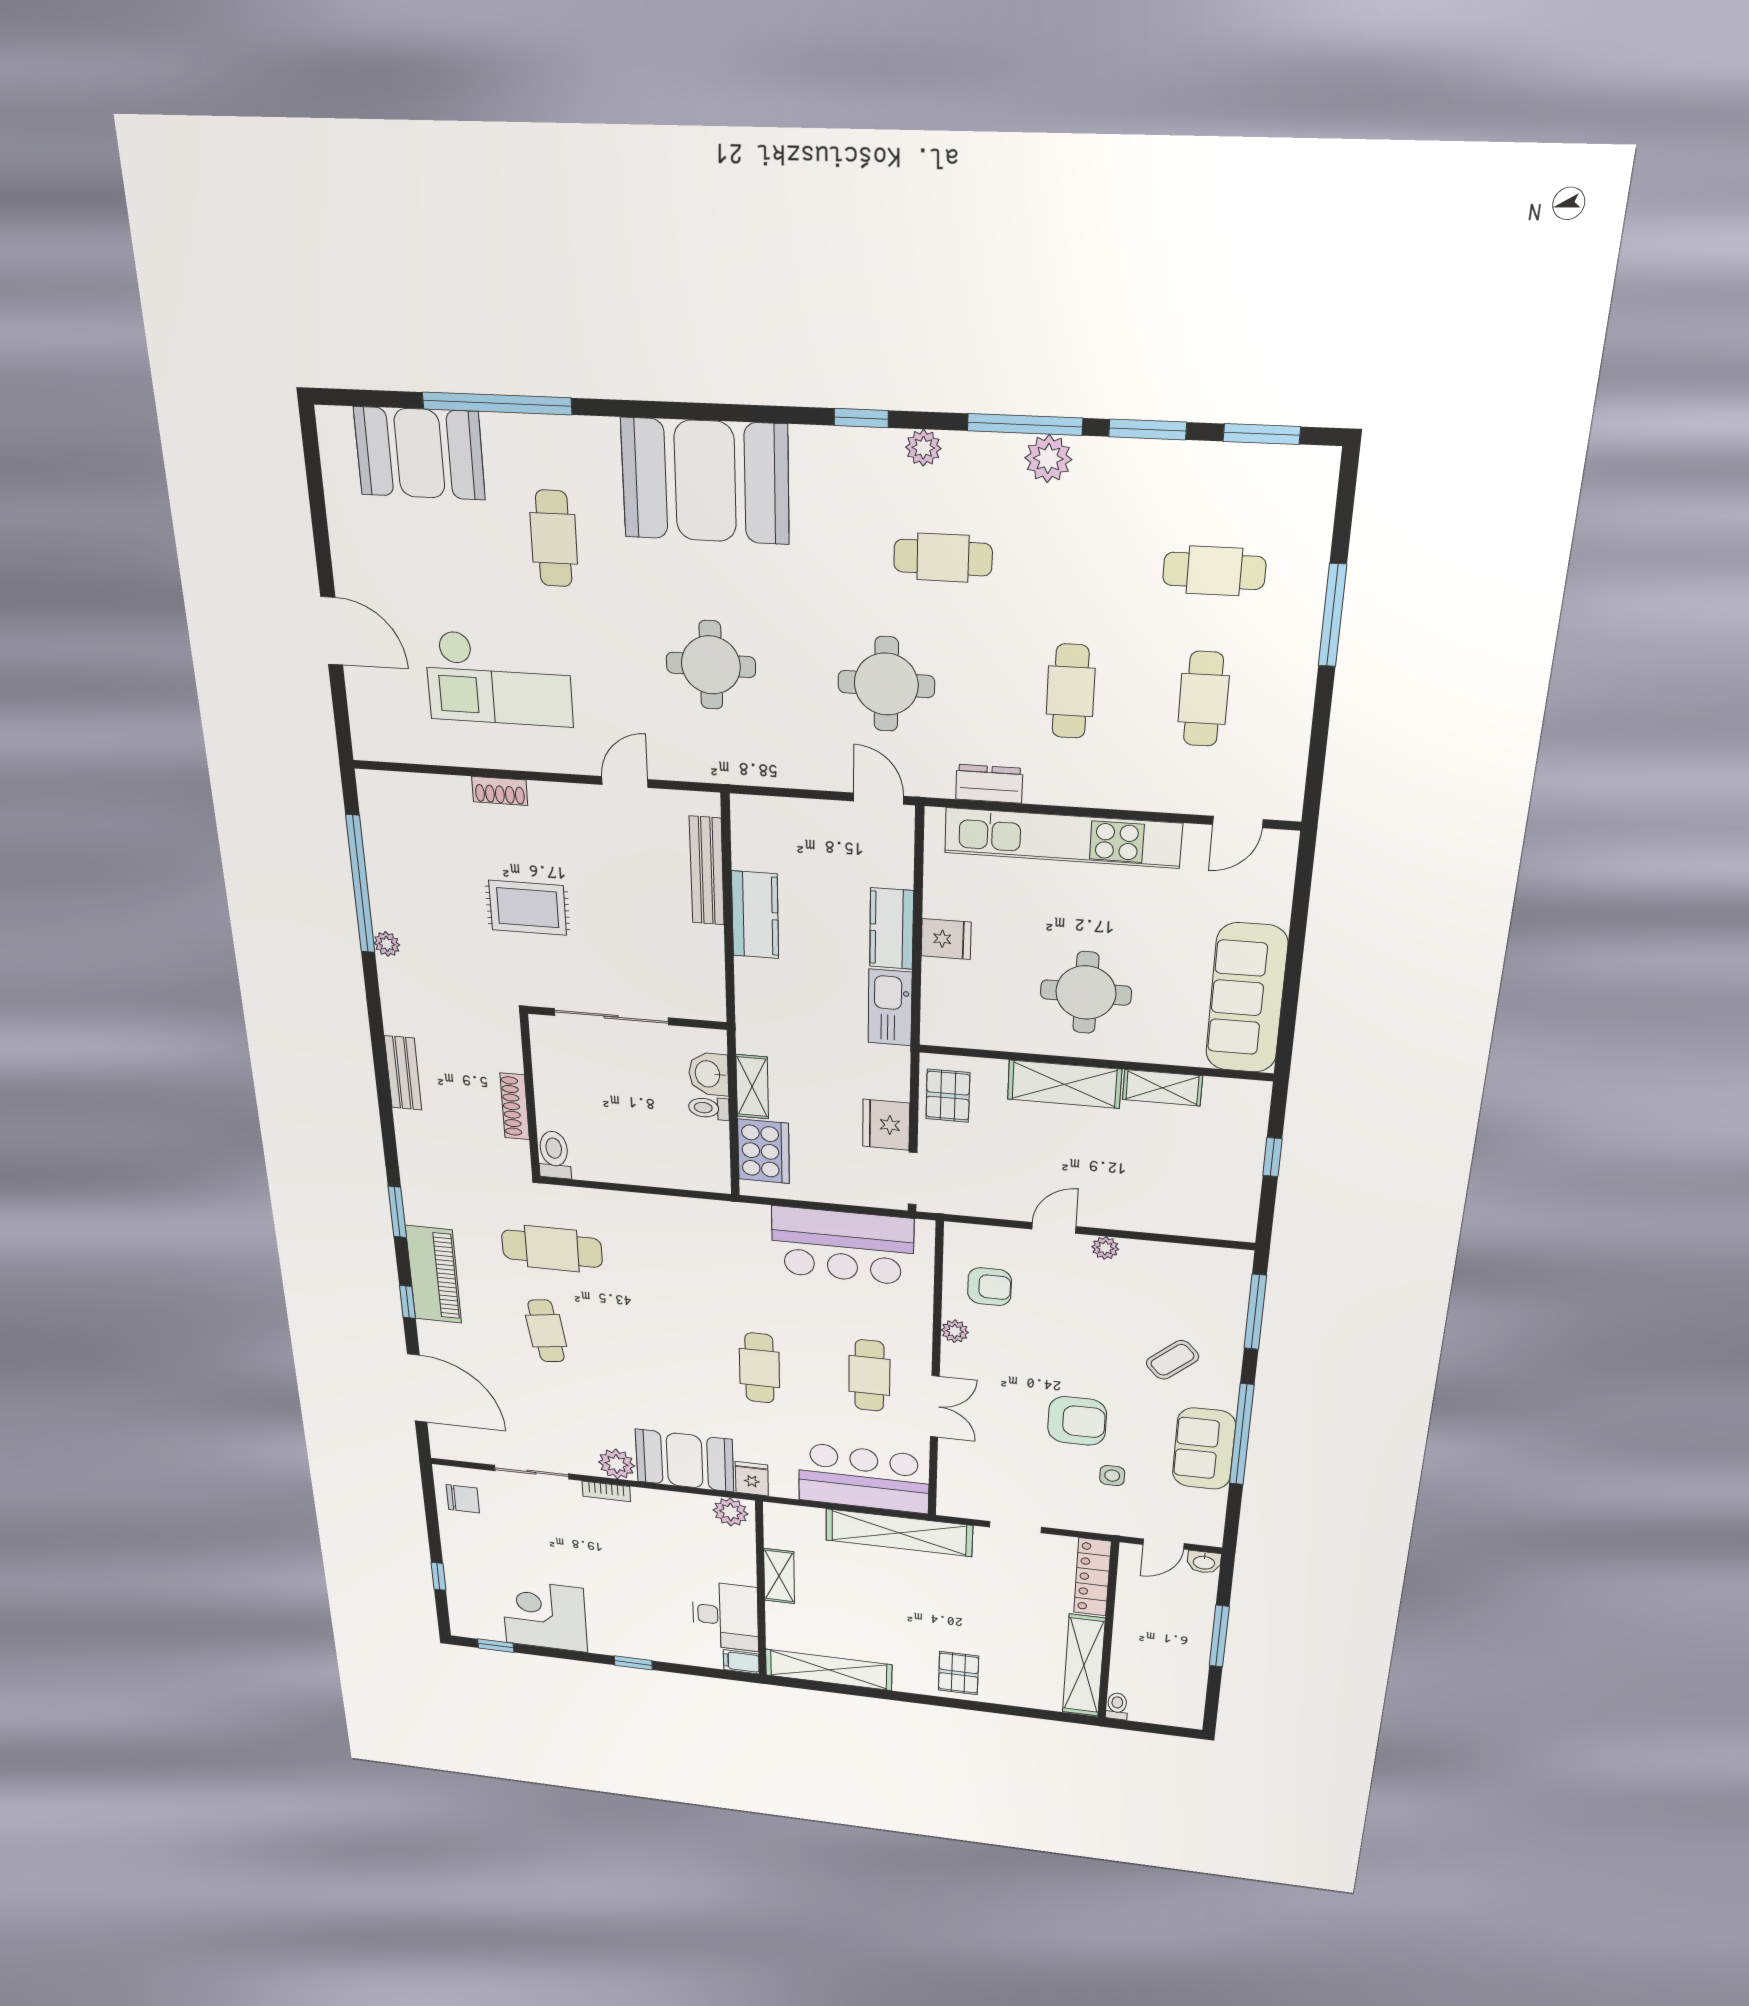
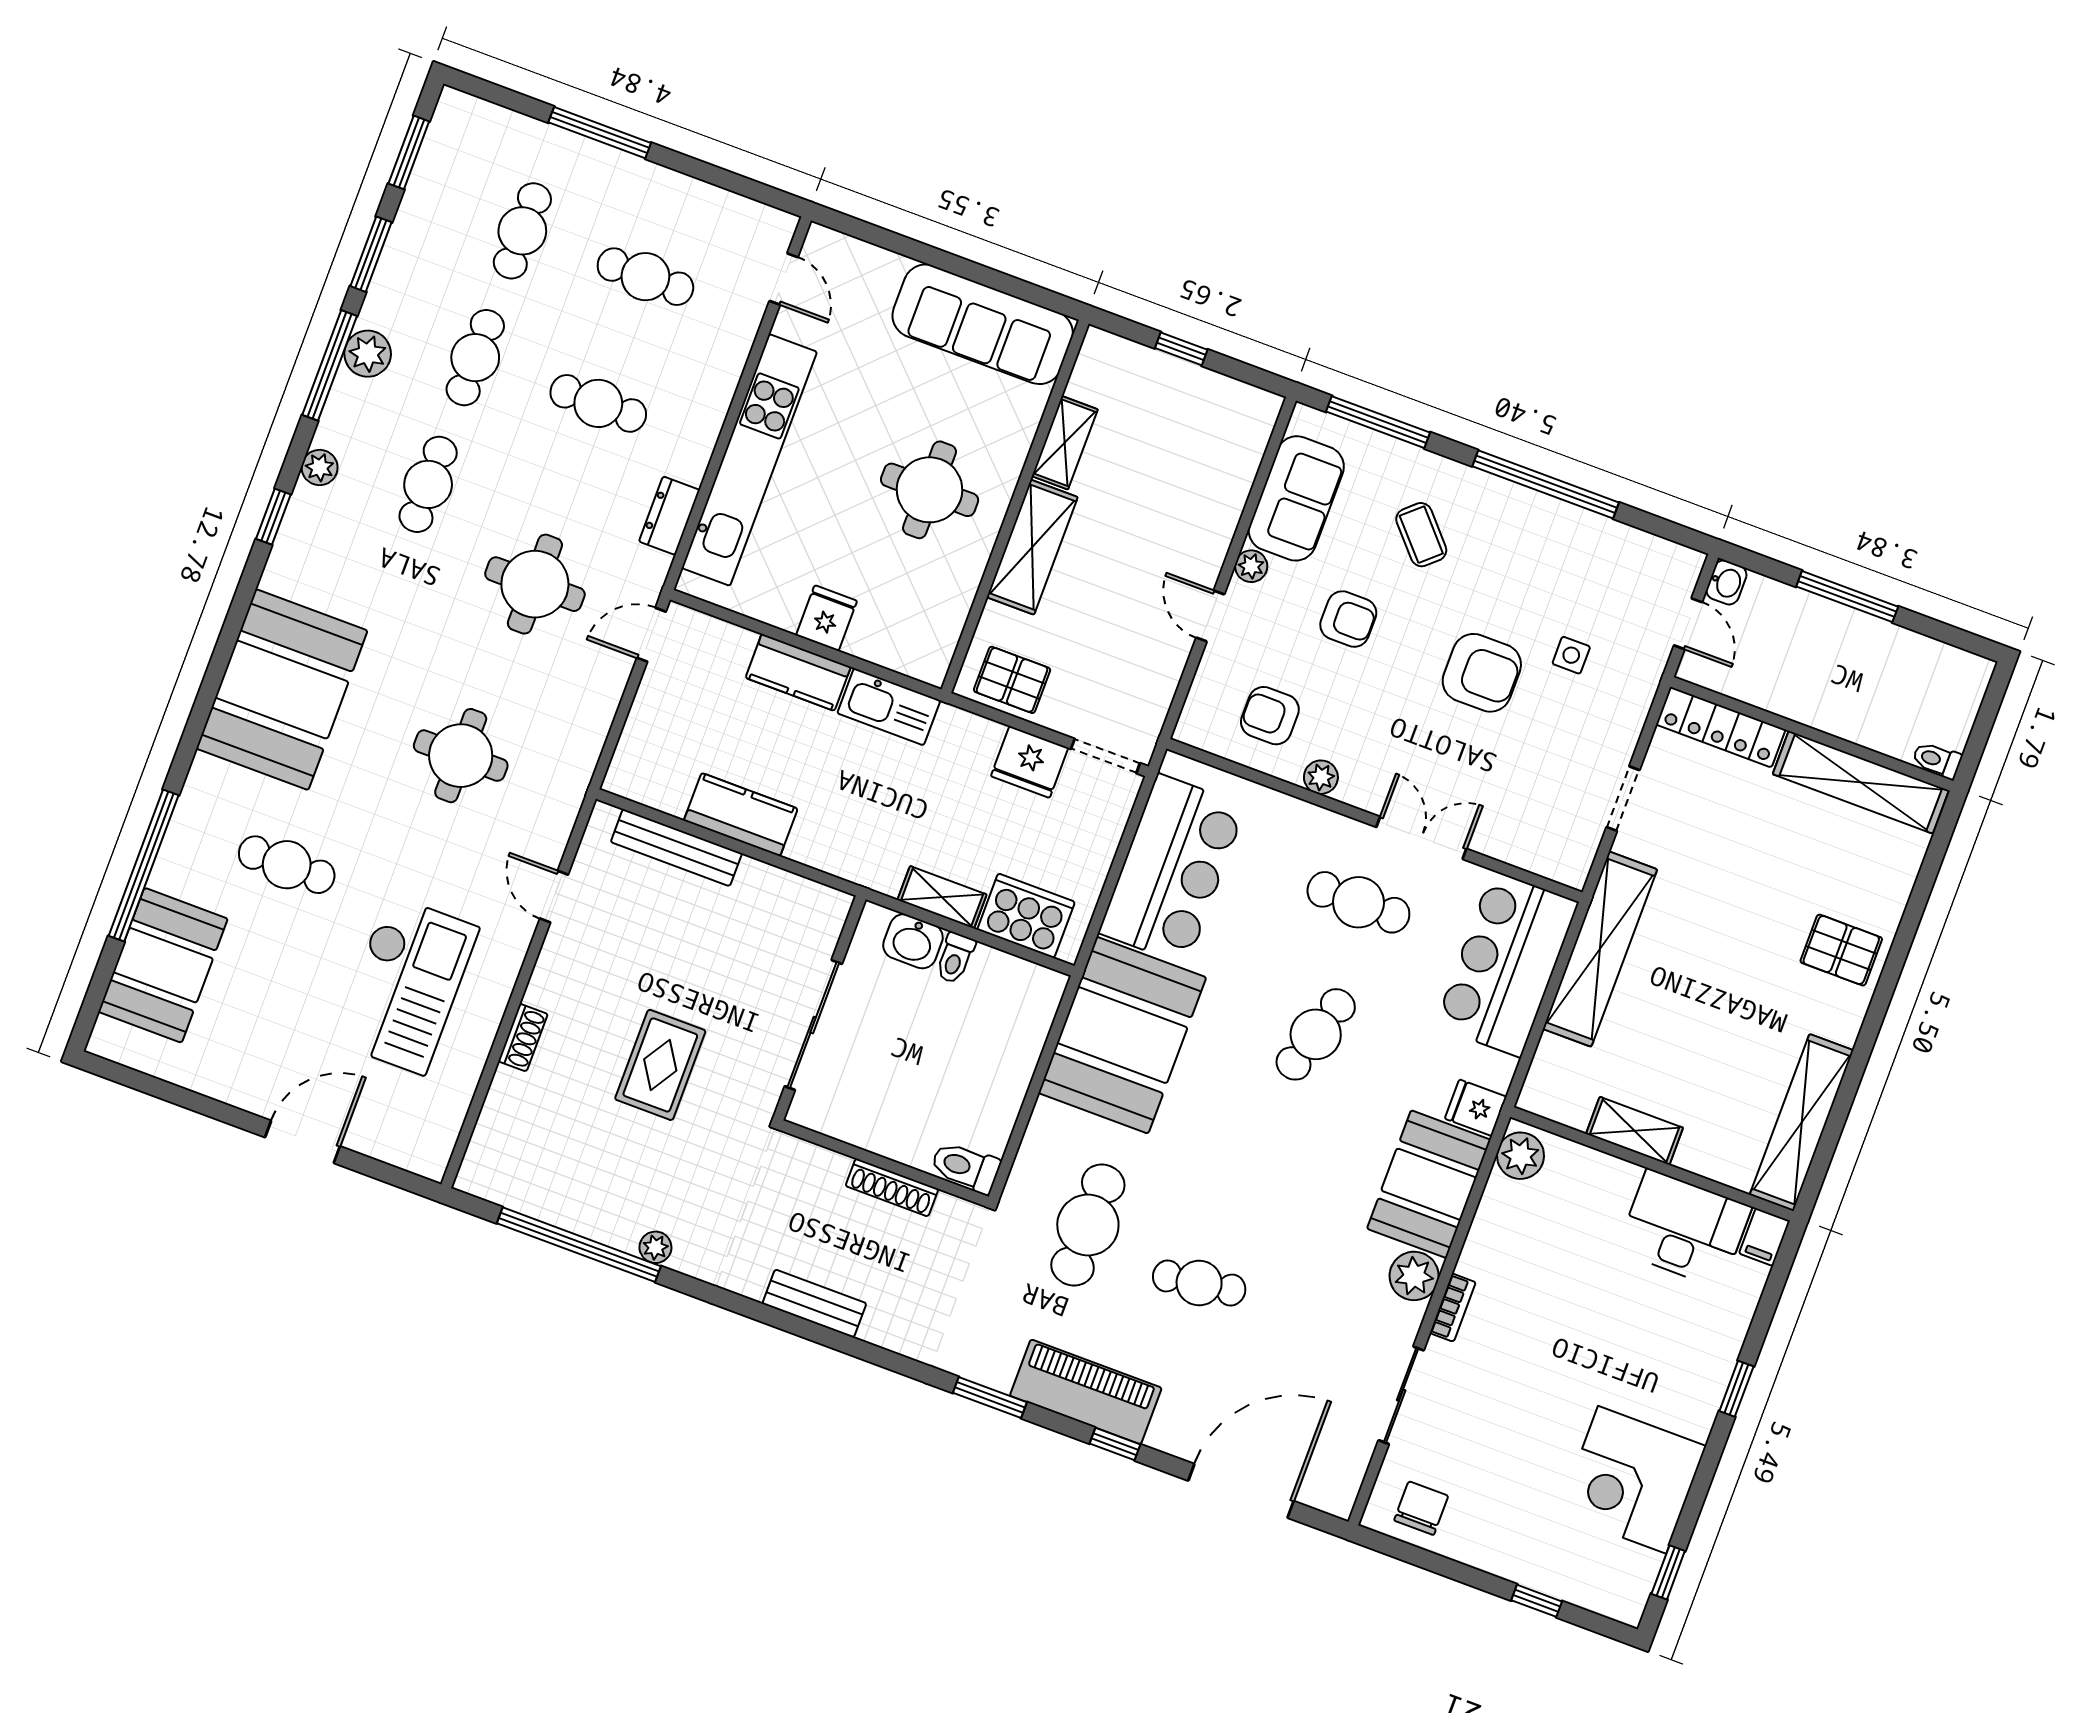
cafe table: (1077, 564) -> (475, 358), added
booth: (702, 1240) -> (1122, 1035), added
armchair: (990, 1287) -> (1270, 716), turned -90
armchair: (1087, 1324) -> (1348, 619), added
cafe table: (759, 1368) -> (1316, 1034), turned -73
armchair: (1077, 1421) -> (1482, 673), turned 90
sofa: (1204, 1449) -> (1296, 498), moved, turned -90

